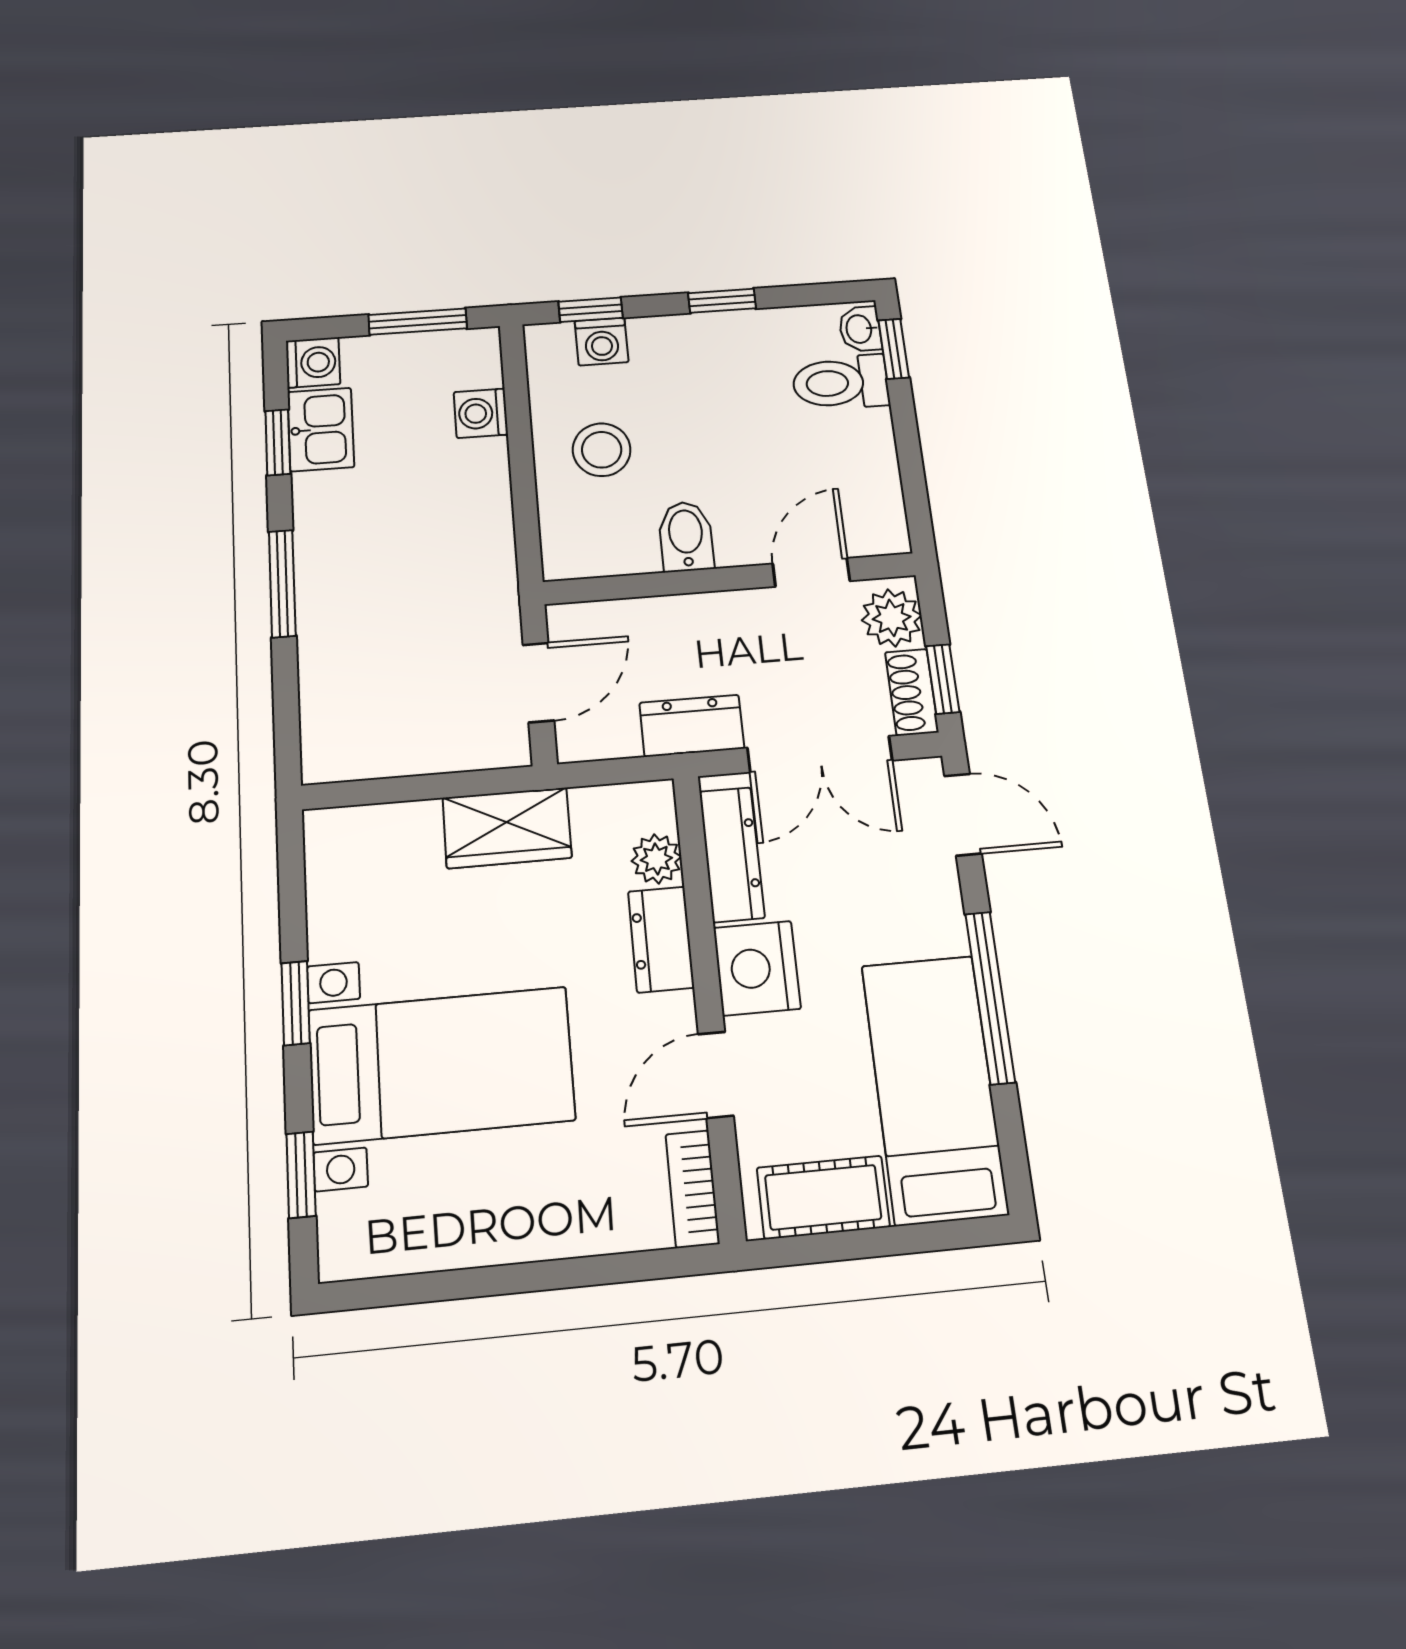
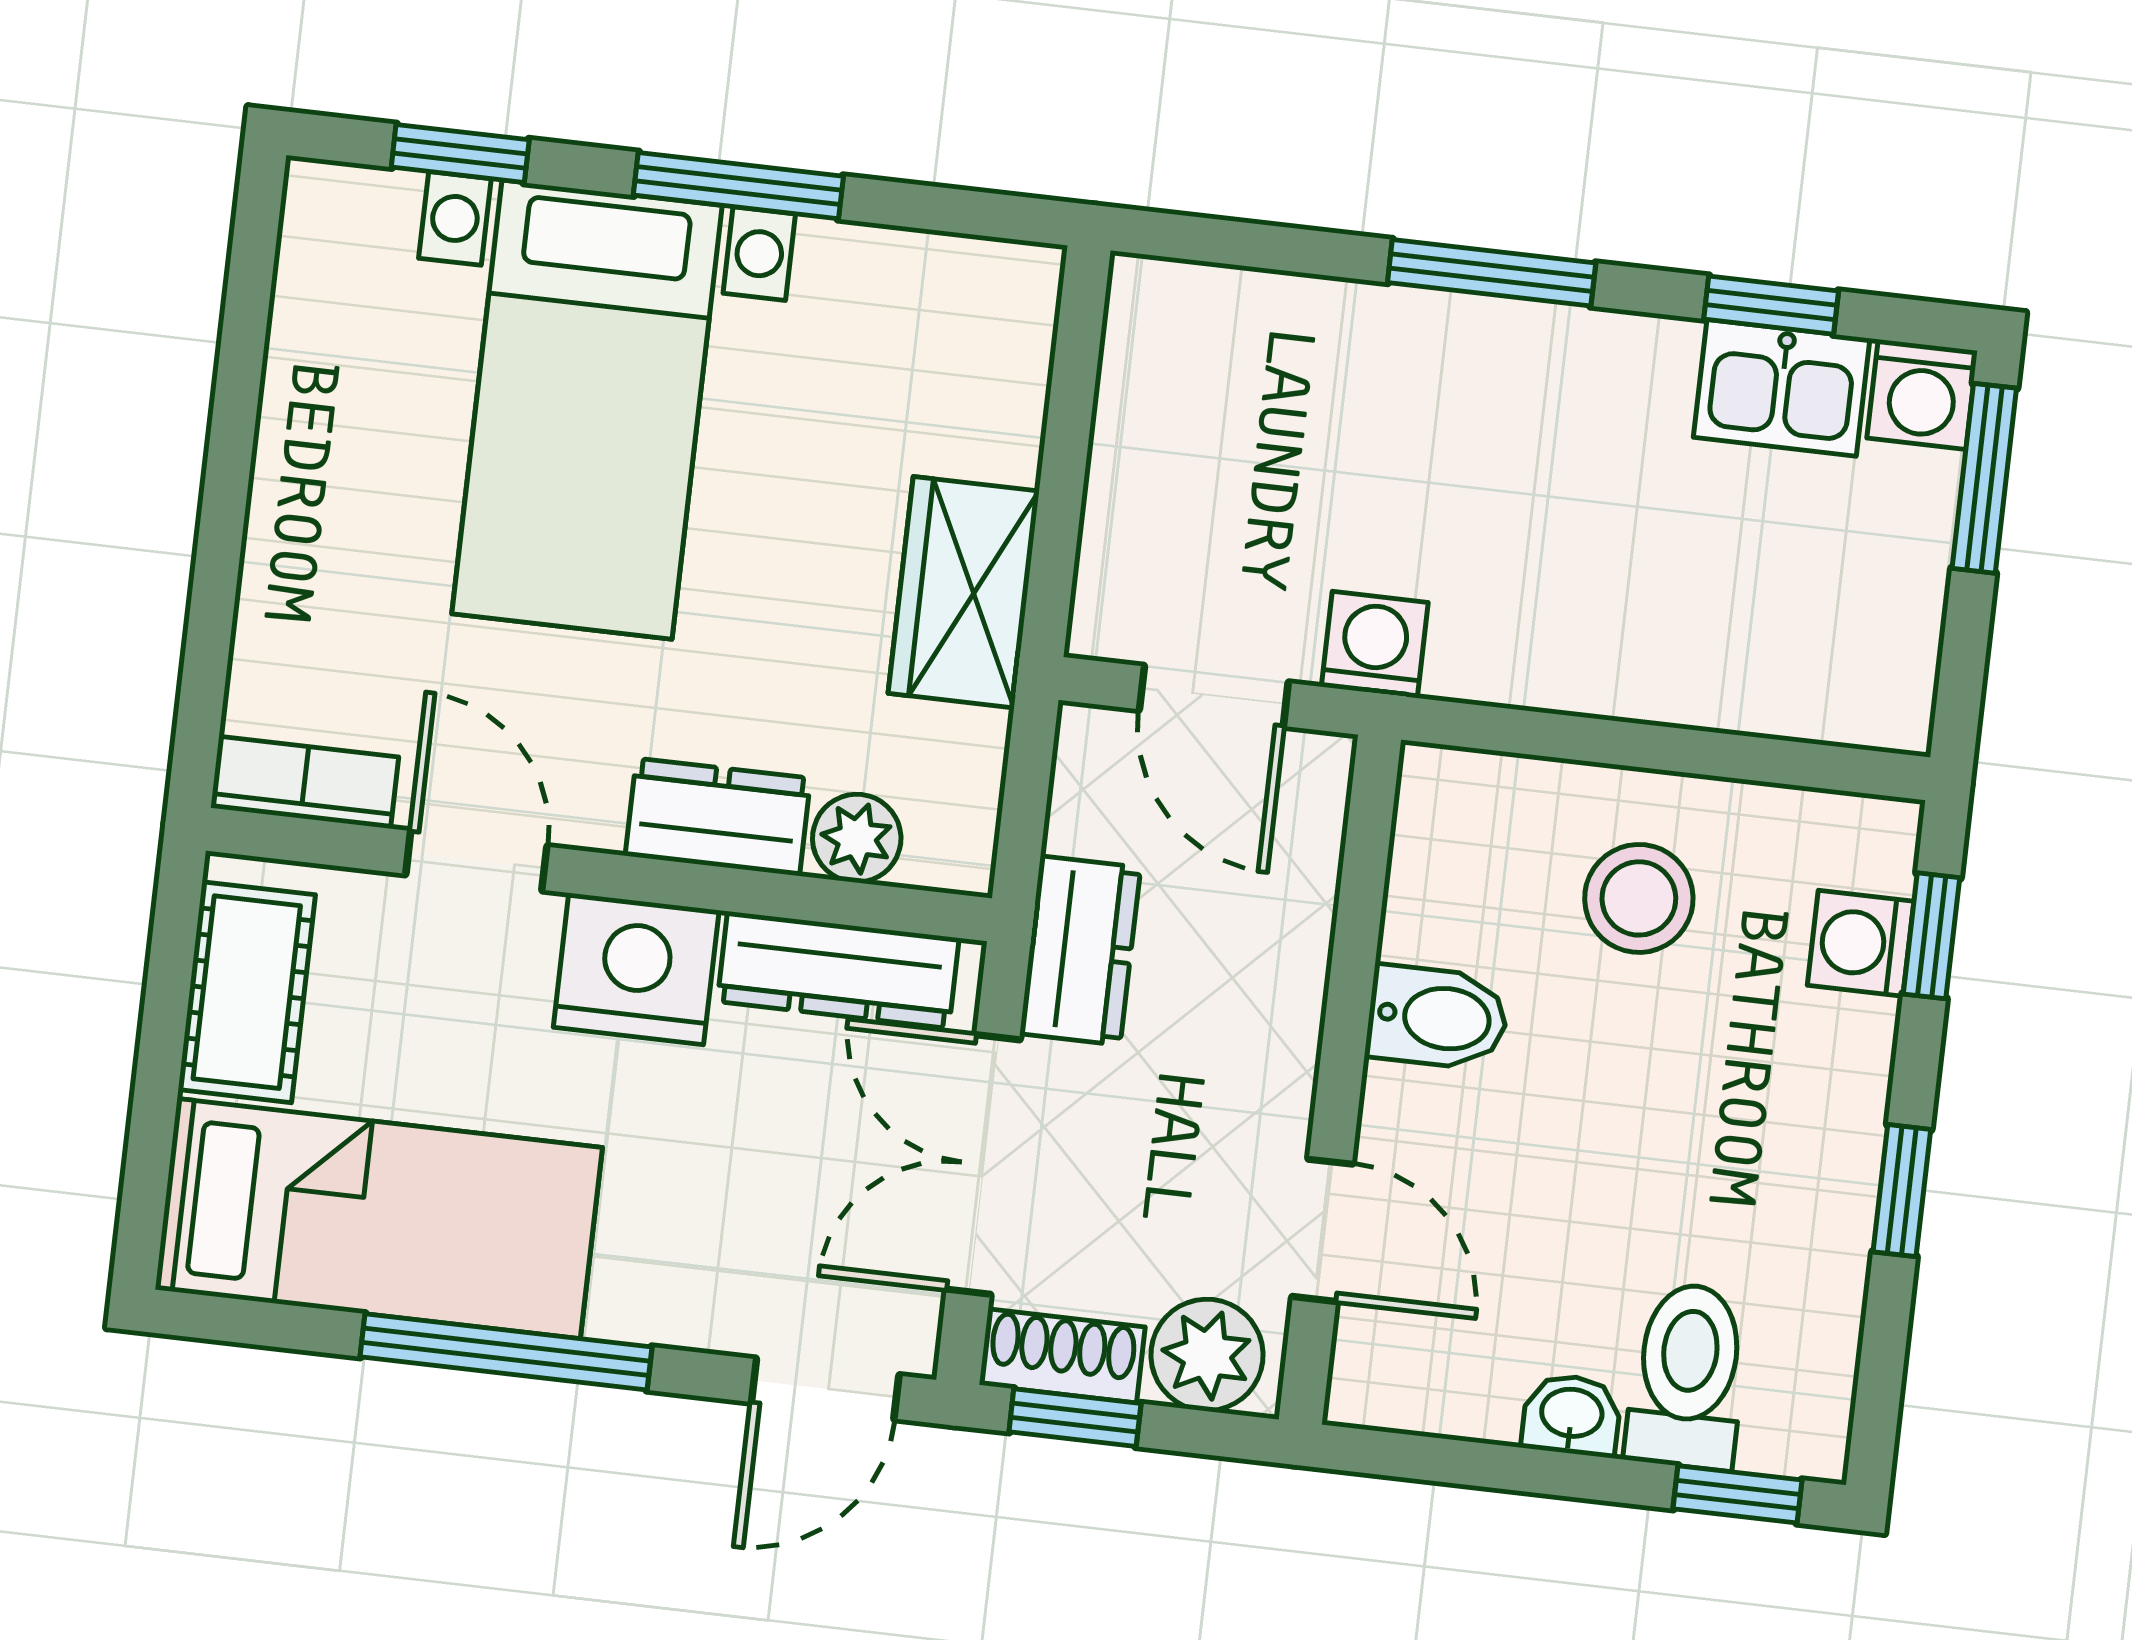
window: (418, 322) -> (1984, 478), moved
washbasin: (860, 329) -> (1572, 1415), moved
washing machine: (481, 413) -> (1375, 645), moved
window: (296, 1003) -> (738, 186), width x1.50

